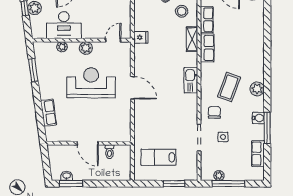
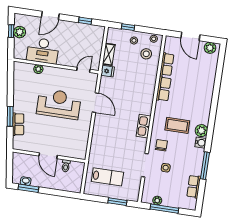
shelving: (192, 39) -> (109, 54), moved
plant: (86, 48) -> (59, 73), removed
window: (33, 70) -> (10, 116), moved
kitchen sink: (191, 80) -> (143, 126), moved
coffee table: (229, 87) -> (177, 125), turned 70
door: (132, 88) -> (95, 103), moved
water cooler: (258, 118) -> (201, 143), moved
lab bench: (159, 157) -> (107, 177), turned 180

